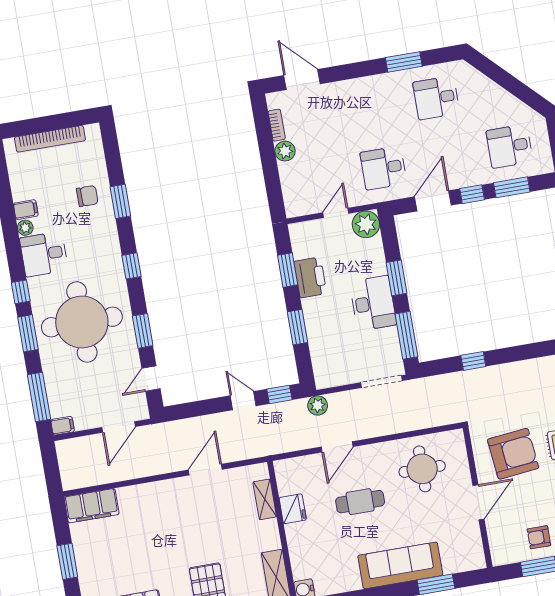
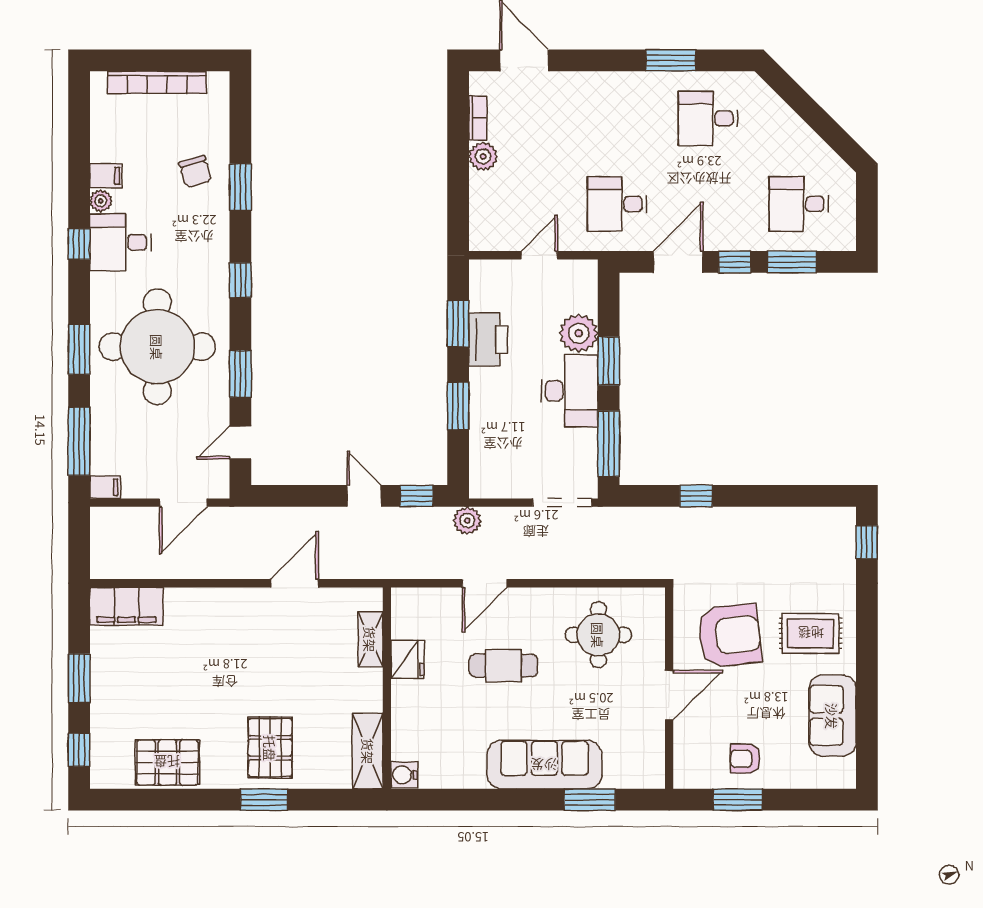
chair: (87, 196) -> (195, 172), turned 73
plant: (366, 224) -> (579, 333), moved
window: (21, 292) -> (79, 244), moved

